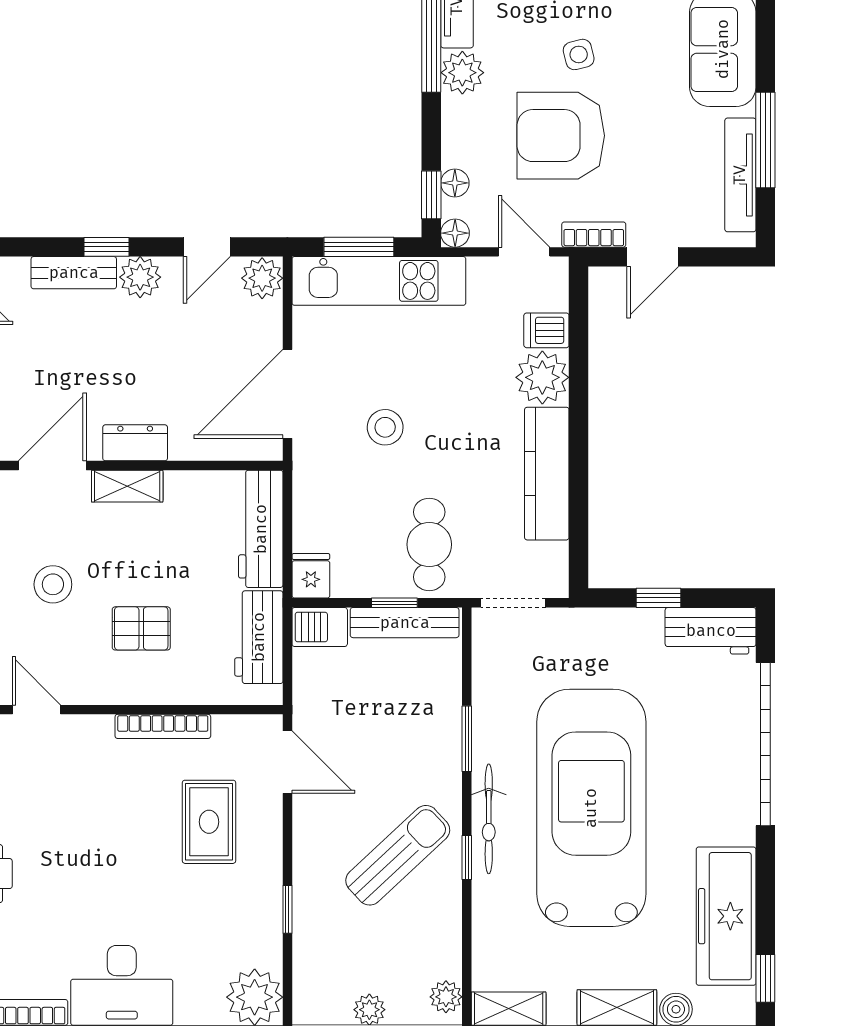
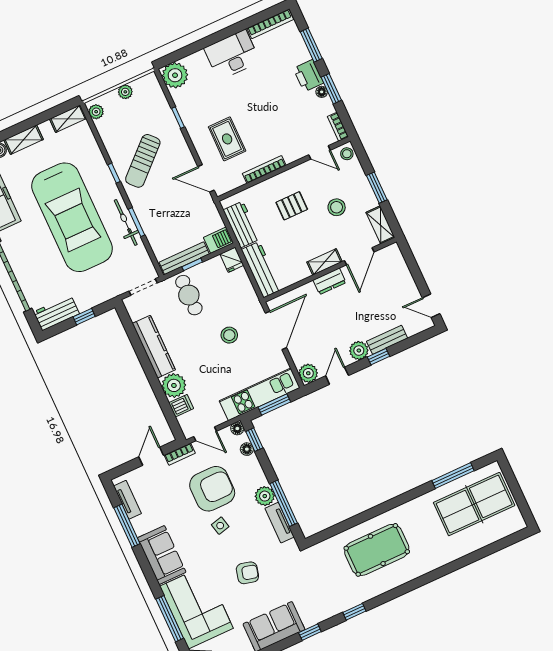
tv unit: (740, 175) -> (127, 500), width x0.71
bicycle: (489, 819) -> (126, 222), moved

